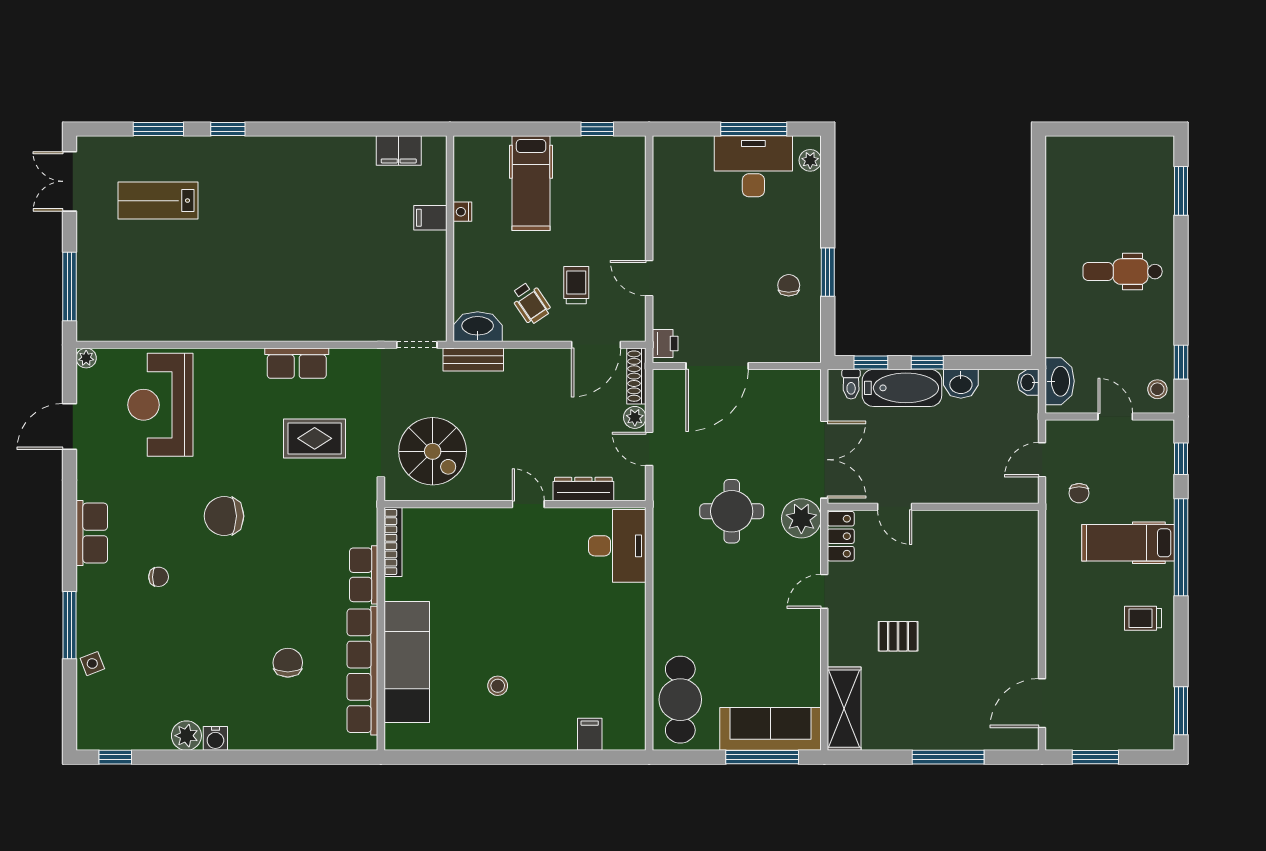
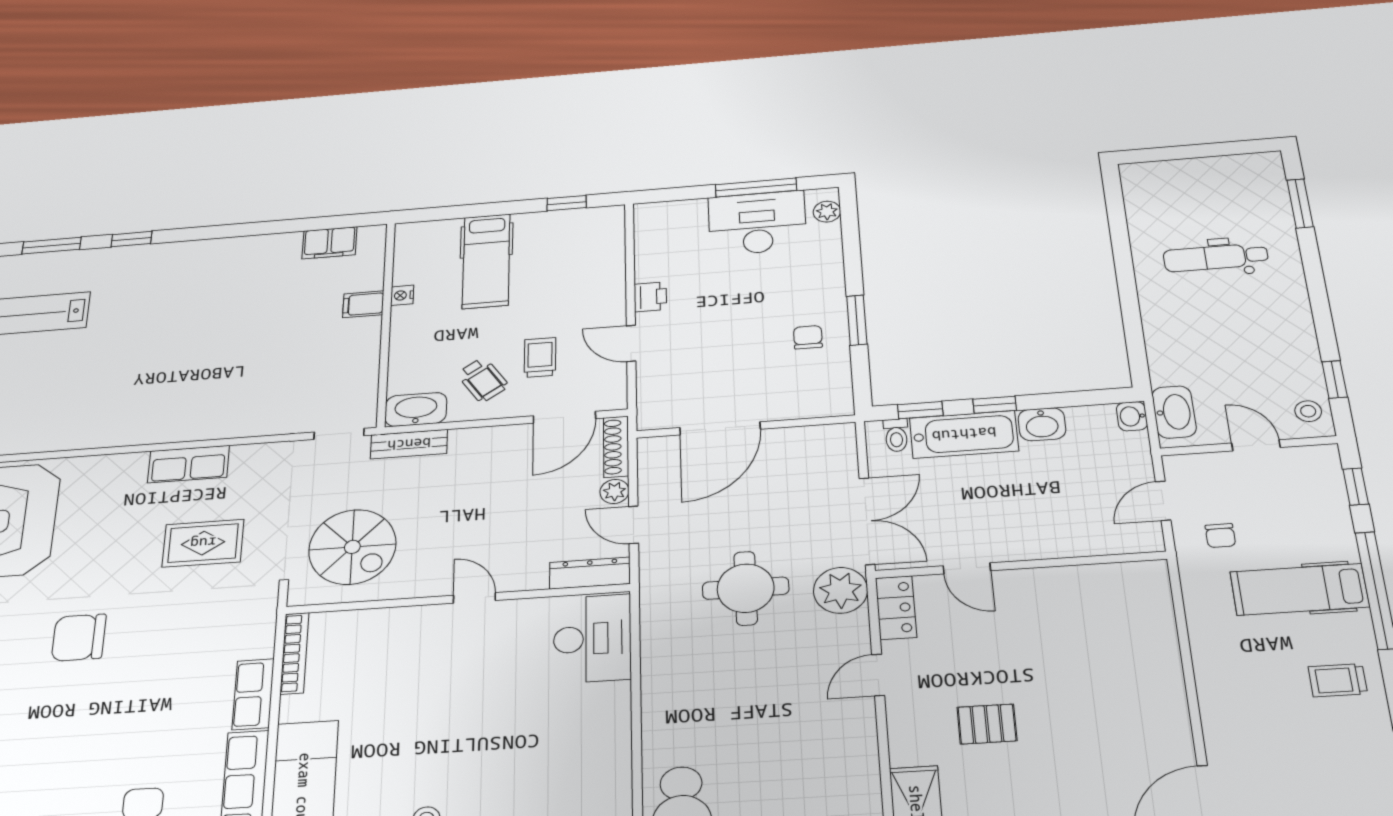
dental chair: (1123, 272) -> (1216, 257), moved
printer: (665, 343) -> (650, 297), moved
dresser: (583, 489) -> (590, 573), moved

